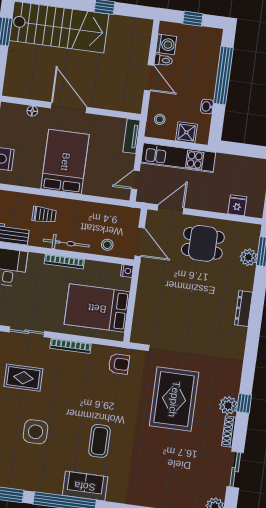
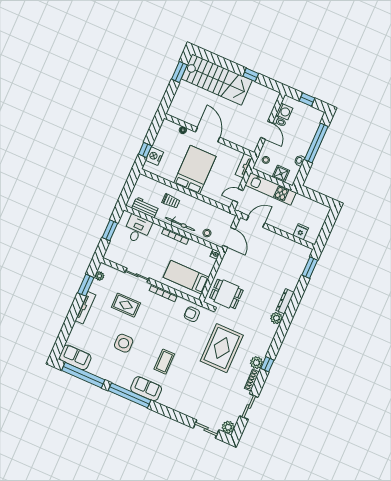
dining table: (203, 243) -> (226, 294), moved
plant: (249, 257) -> (276, 318), moved
bed: (97, 308) -> (186, 277), width x0.67
armchair: (119, 364) -> (192, 314), turned 180

